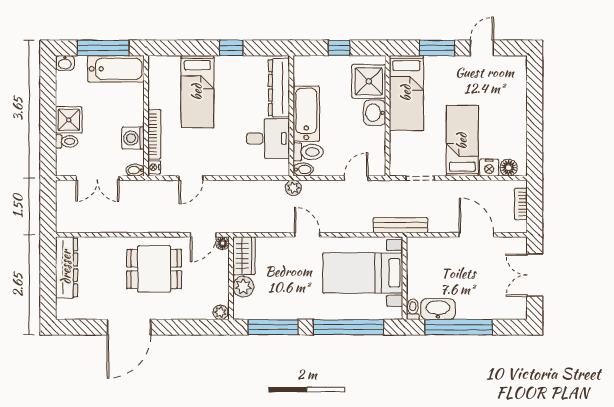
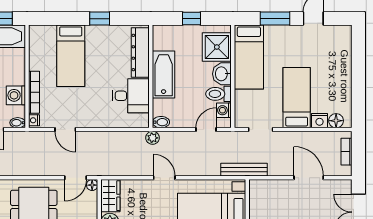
toilet: (308, 152) -> (219, 94), moved, turned 180
washing machine: (377, 155) -> (224, 110), added
door: (191, 178) -> (65, 130), hinge flipped

